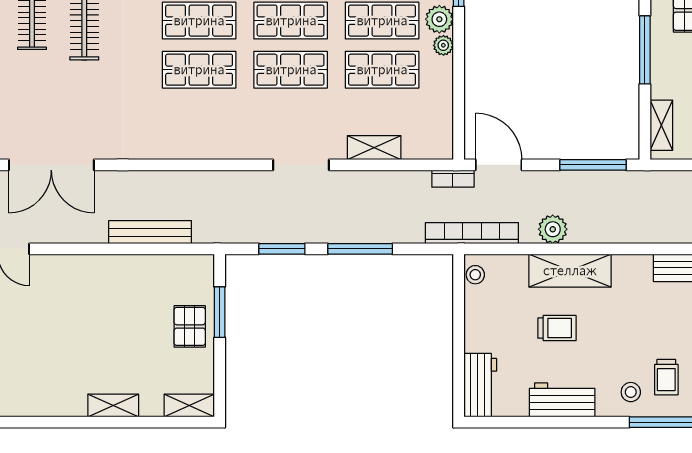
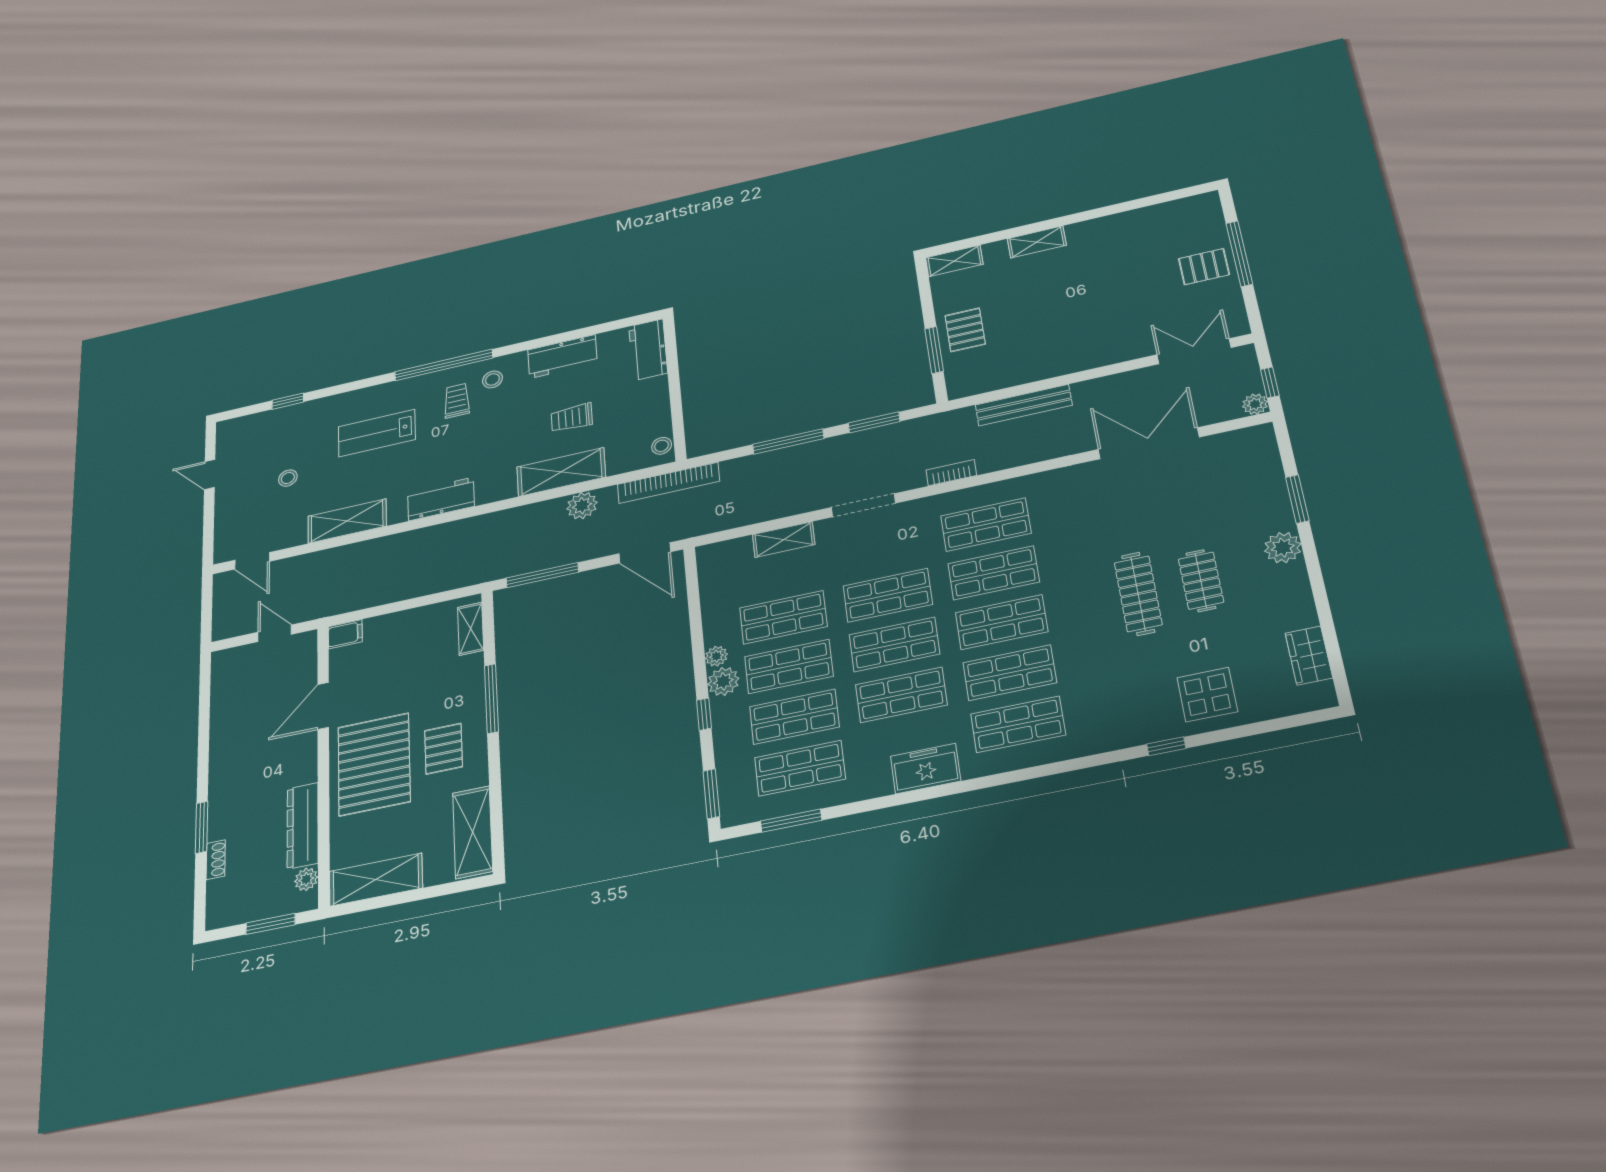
shop shelf: (199, 119) -> (986, 525), added
bookcase: (453, 179) -> (951, 473), moved

